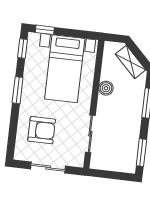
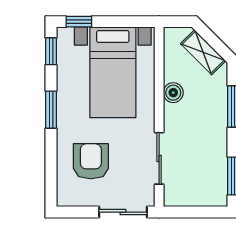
armchair: (42, 130) -> (91, 161), turned -90
sliding door: (48, 168) -> (123, 212), moved

